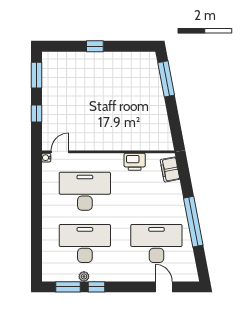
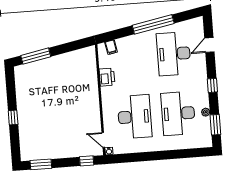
window: (36, 114) -> (87, 161), moved
filing cabinet: (170, 169) -> (111, 47), width x0.50
desk: (85, 191) -> (135, 117), turned 180
window: (97, 287) -> (212, 85), moved

